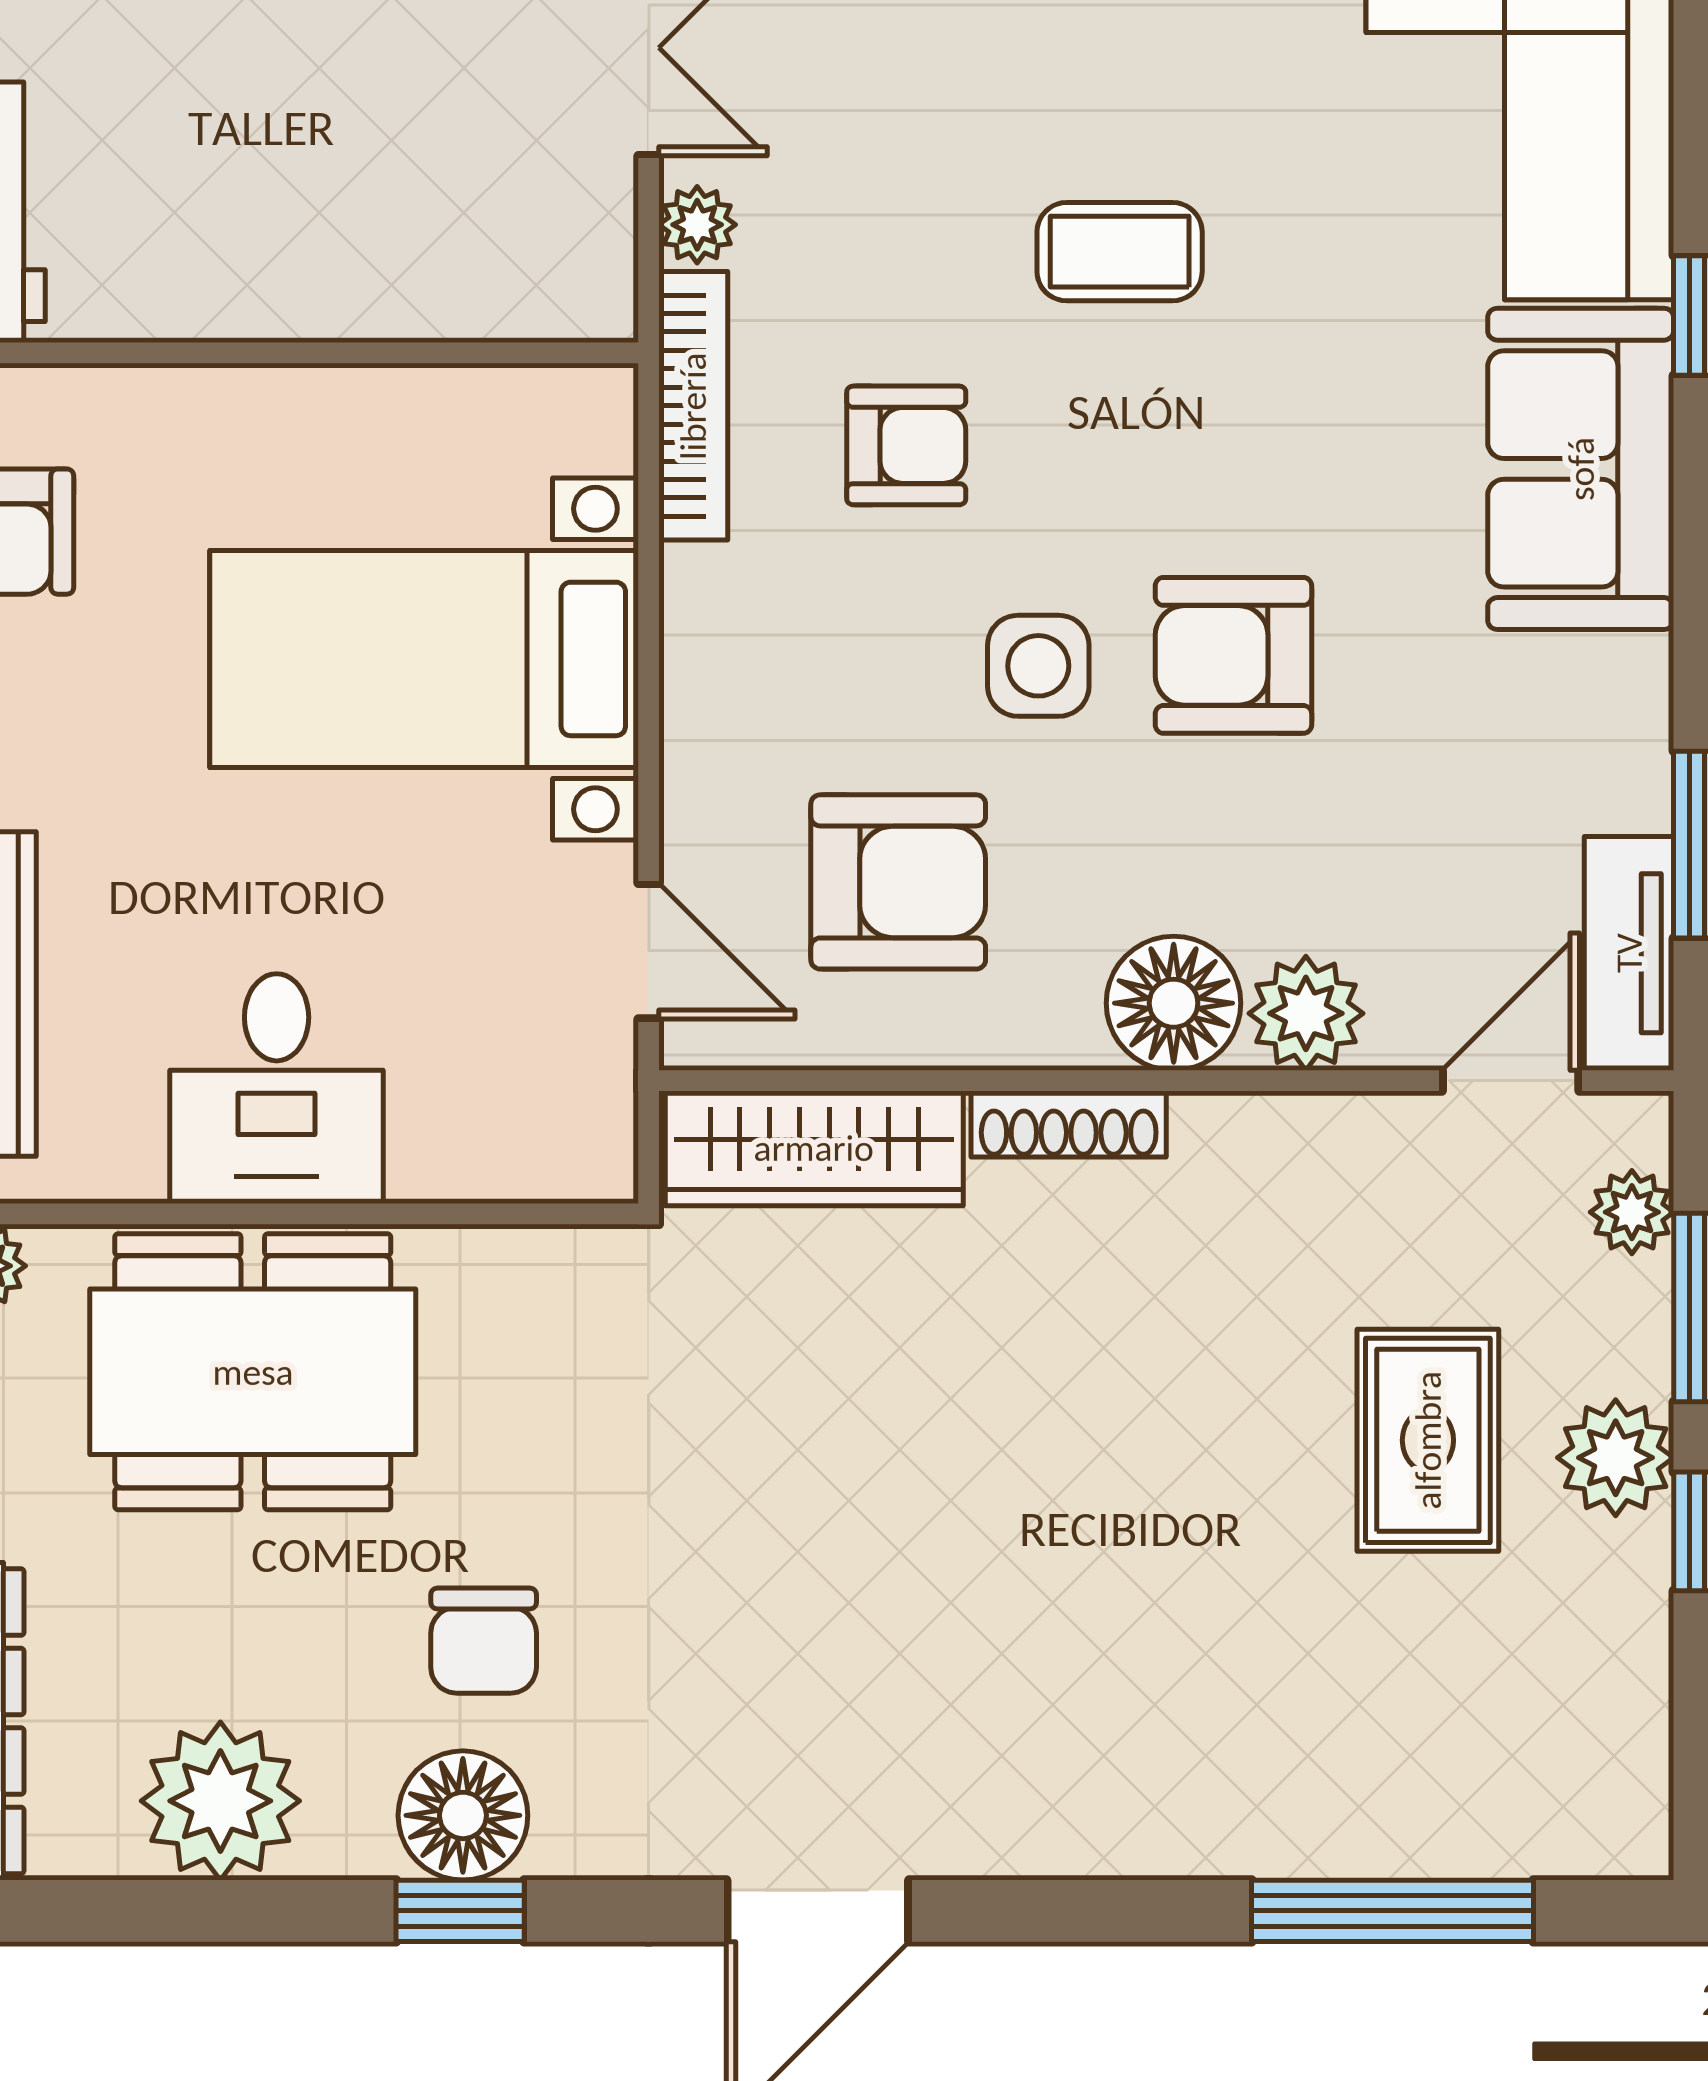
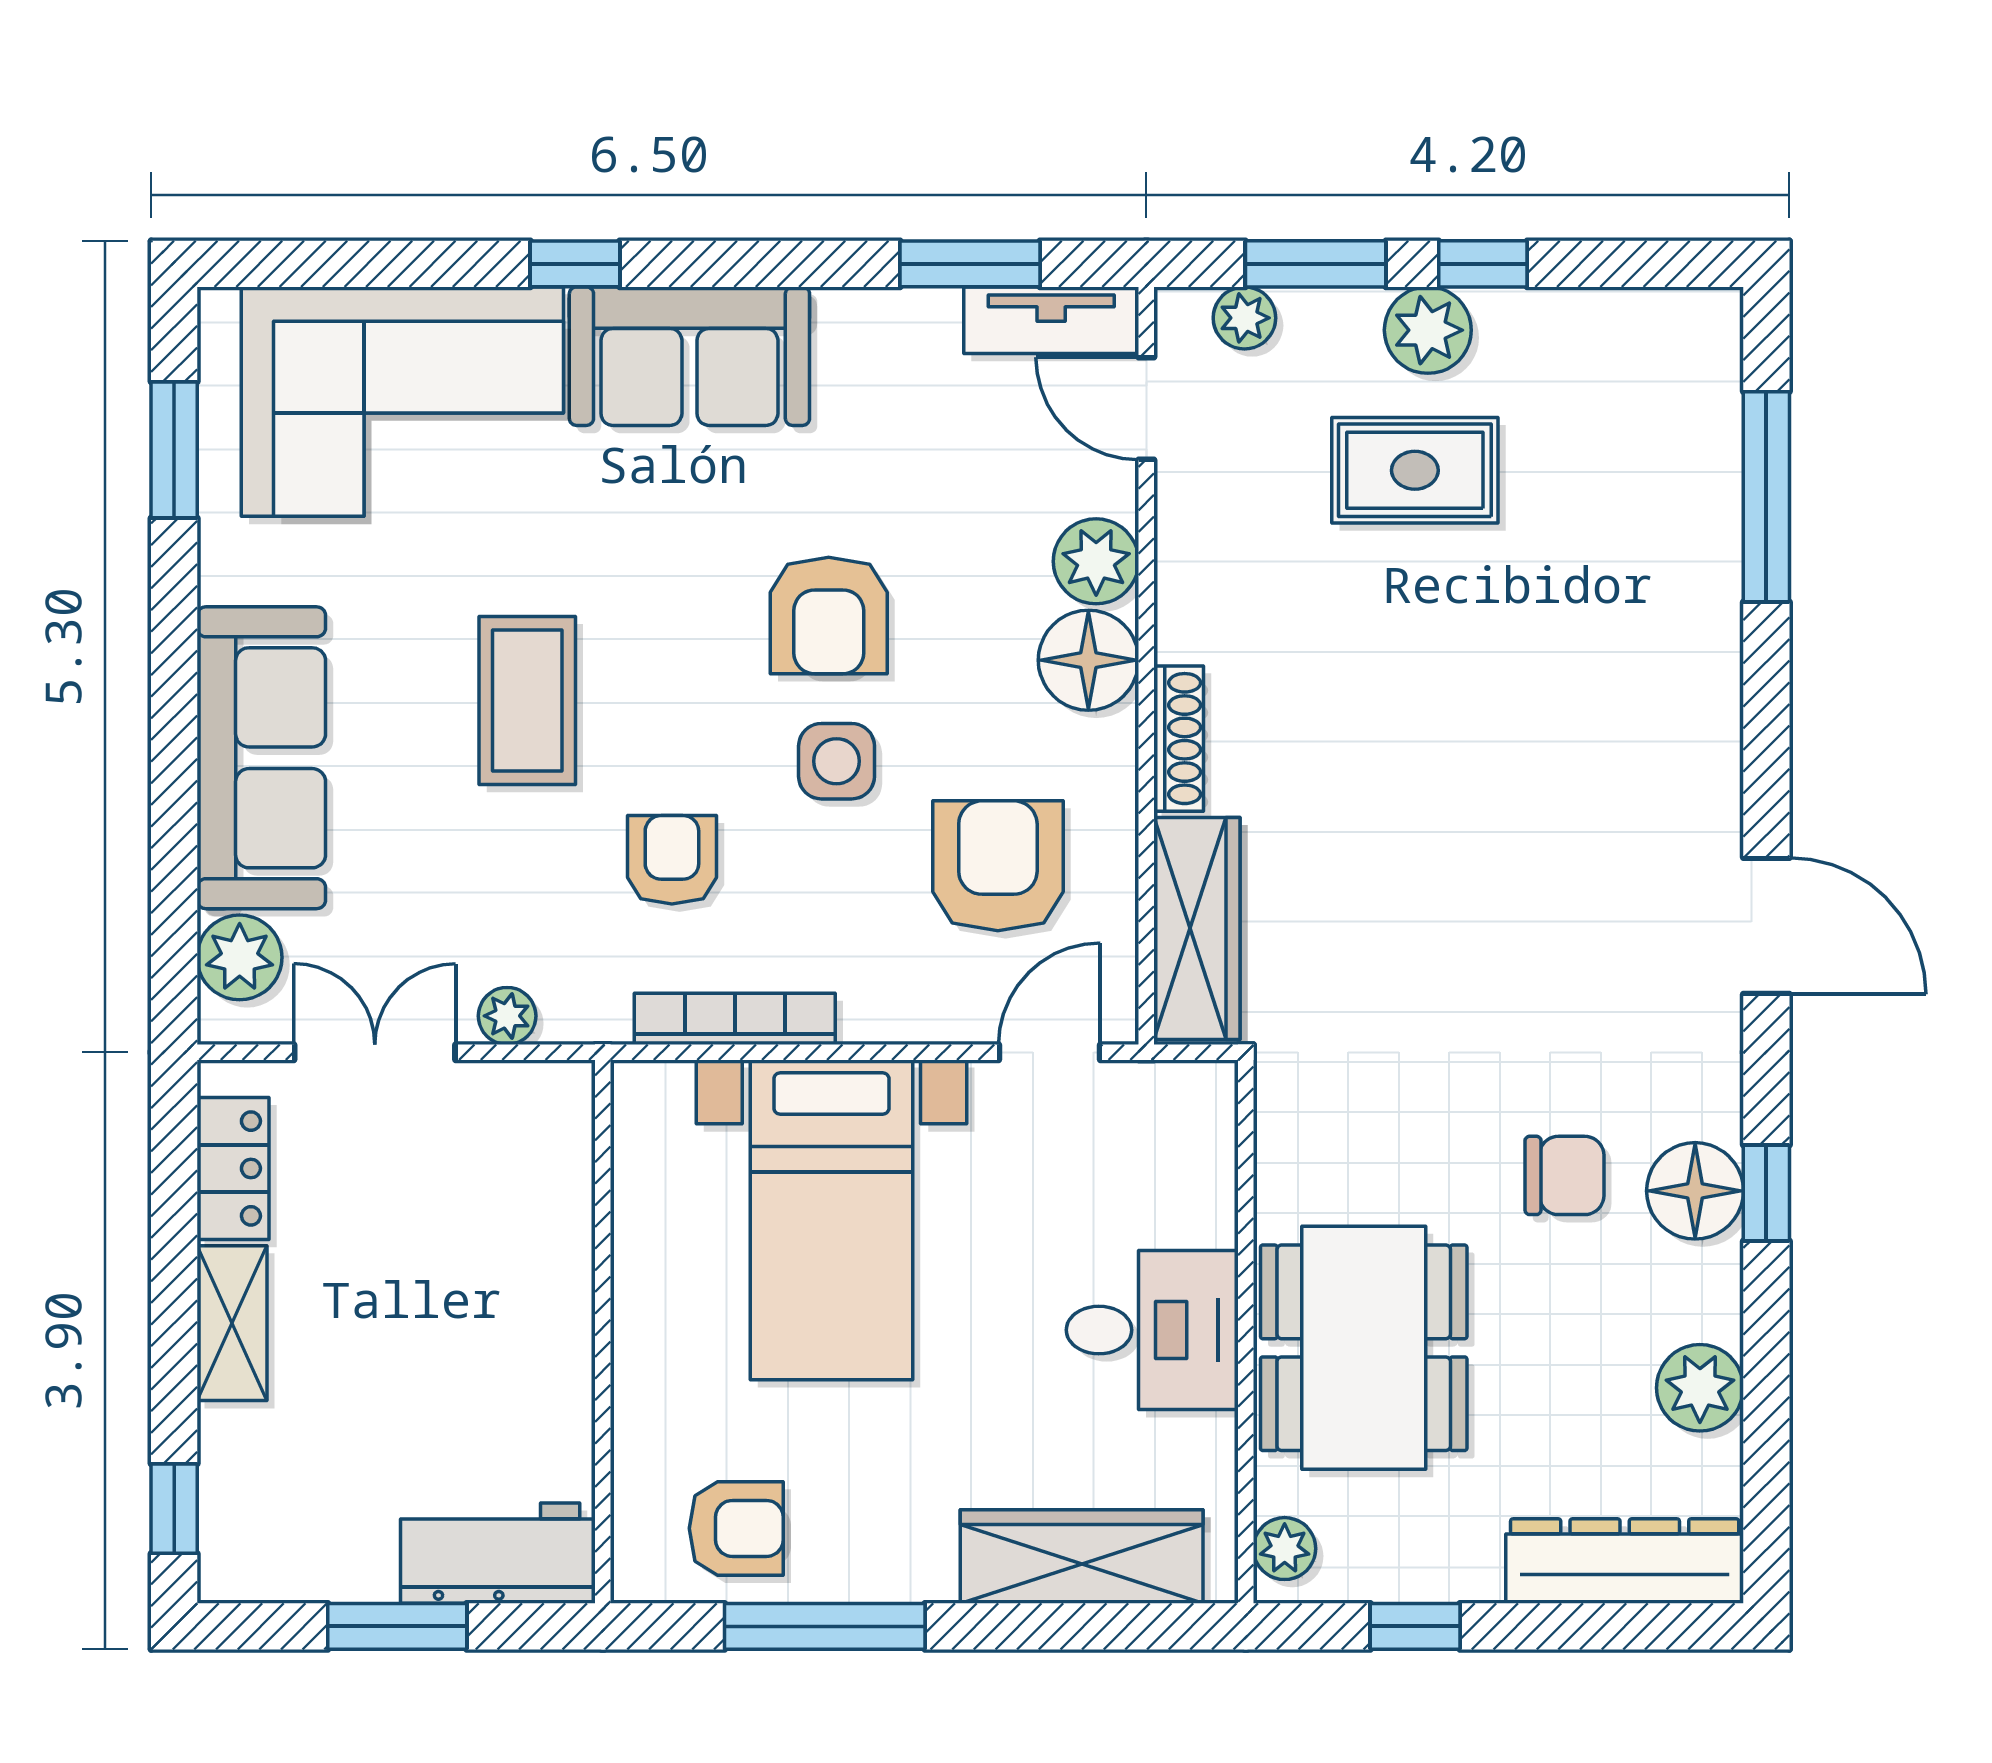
coffee table: (1120, 252) -> (527, 700), width x1.36, depth x1.30
bookcase: (693, 406) -> (735, 1019), moved
plant: (220, 1801) -> (1700, 1388), width x0.73, depth x0.73

